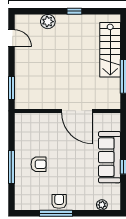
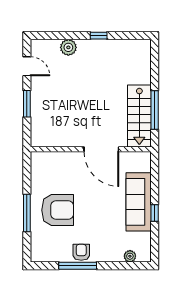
stairs: (110, 50) -> (139, 116), moved
window: (11, 88) -> (27, 104), moved
armchair: (38, 164) -> (58, 210), width x1.88, depth x1.88

